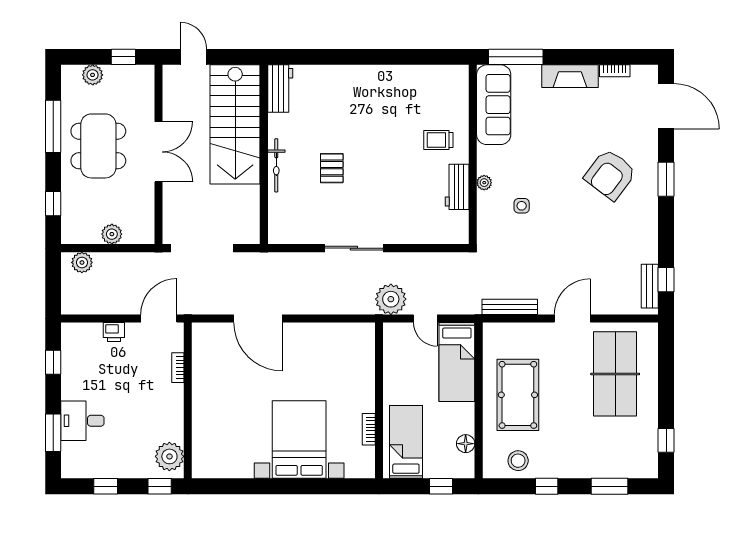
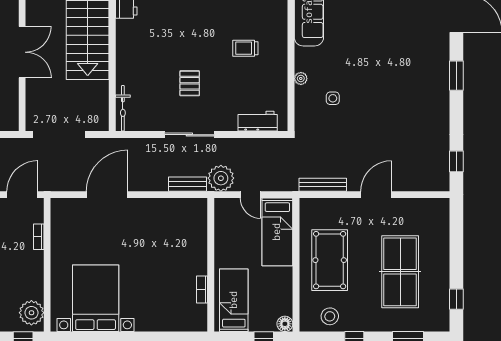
trolley: (438, 140) -> (245, 48), moved
bicycle: (276, 165) -> (123, 108), moved
pallet: (332, 168) -> (190, 83), moved
armchair: (610, 174) -> (409, 71), removed
workbench: (457, 187) -> (258, 121), moved, turned 90
bench: (650, 286) -> (188, 184), moved, turned 90
door: (258, 318) -> (107, 195), swing flipped
table tennis table: (615, 374) -> (400, 272), moved
bed with nightstands: (299, 440) -> (96, 298), moved
floor lamp: (466, 444) -> (285, 324), moved

